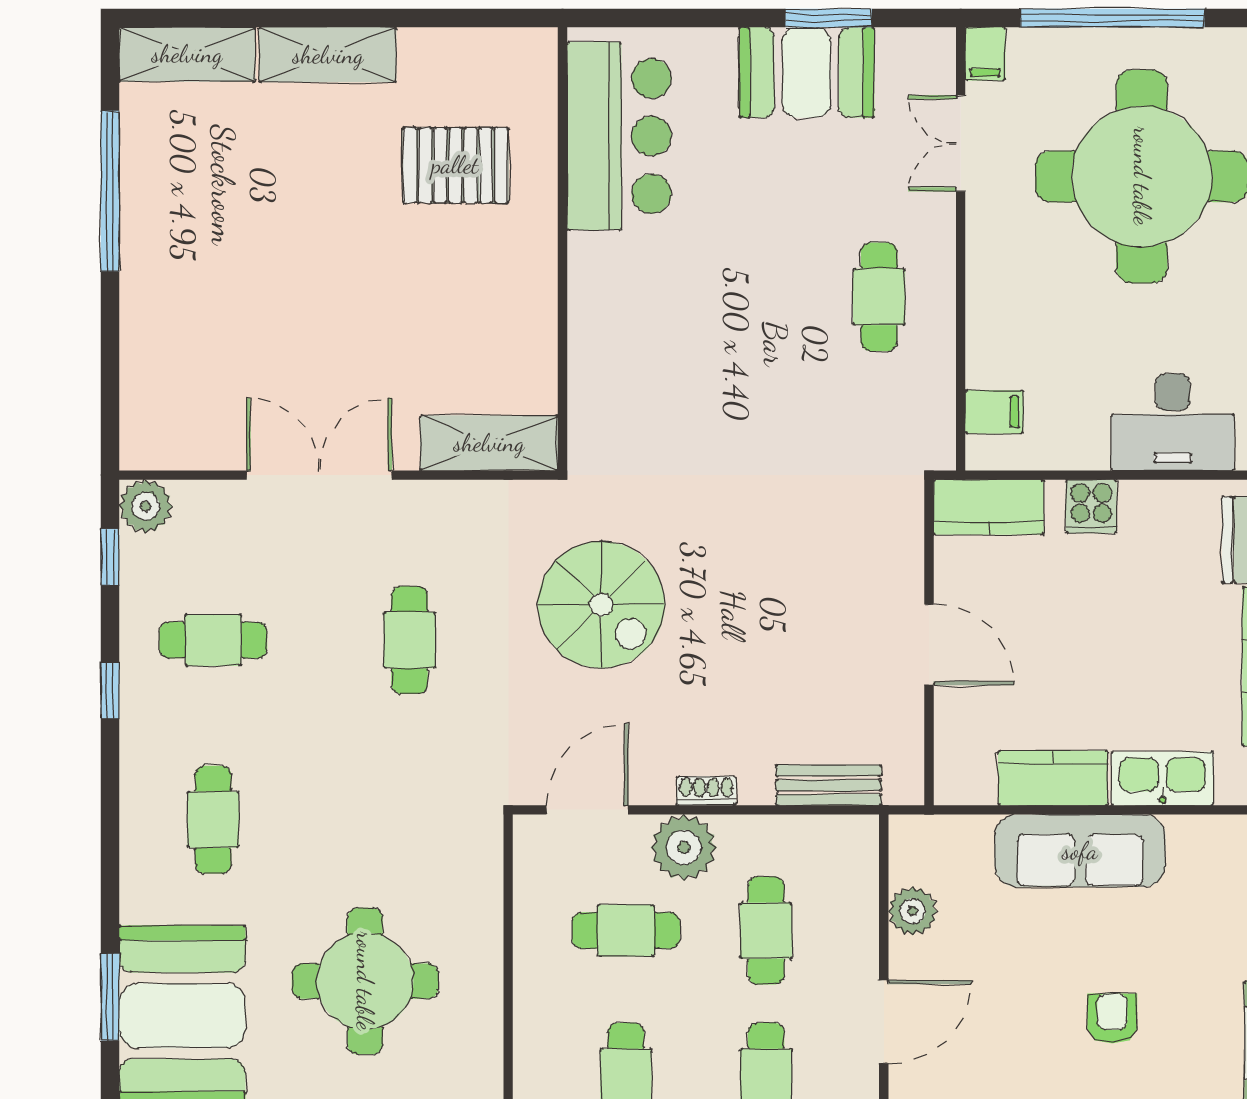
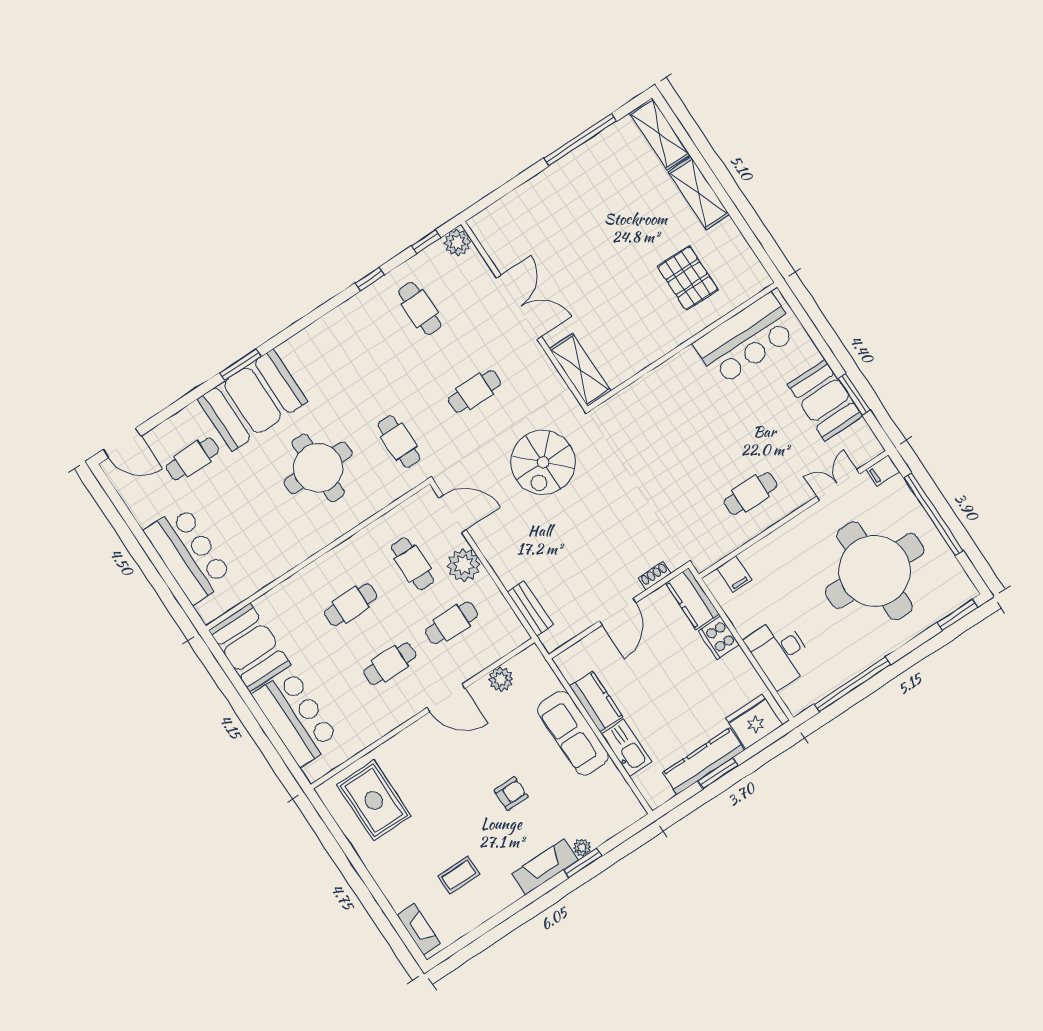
cooker: (1091, 506) -> (719, 638), width x1.36
shoe rack: (706, 791) -> (655, 576), moved, turned -90
cafe table: (213, 820) -> (399, 441), moved, turned 90

